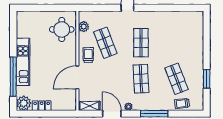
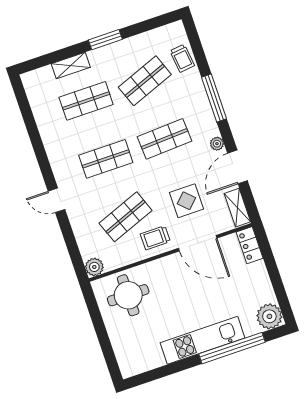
plant: (84, 27) -> (94, 267), moved
shelving: (199, 41) -> (71, 66), added
shop shelf: (177, 43) -> (86, 101), added
display table: (103, 79) -> (186, 201), added
window: (207, 79) -> (105, 40), moved
locker: (42, 106) -> (250, 245), moved

